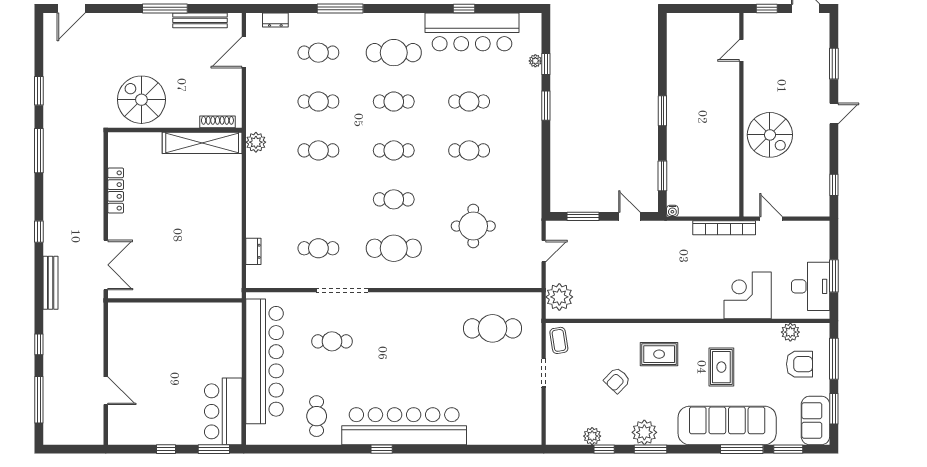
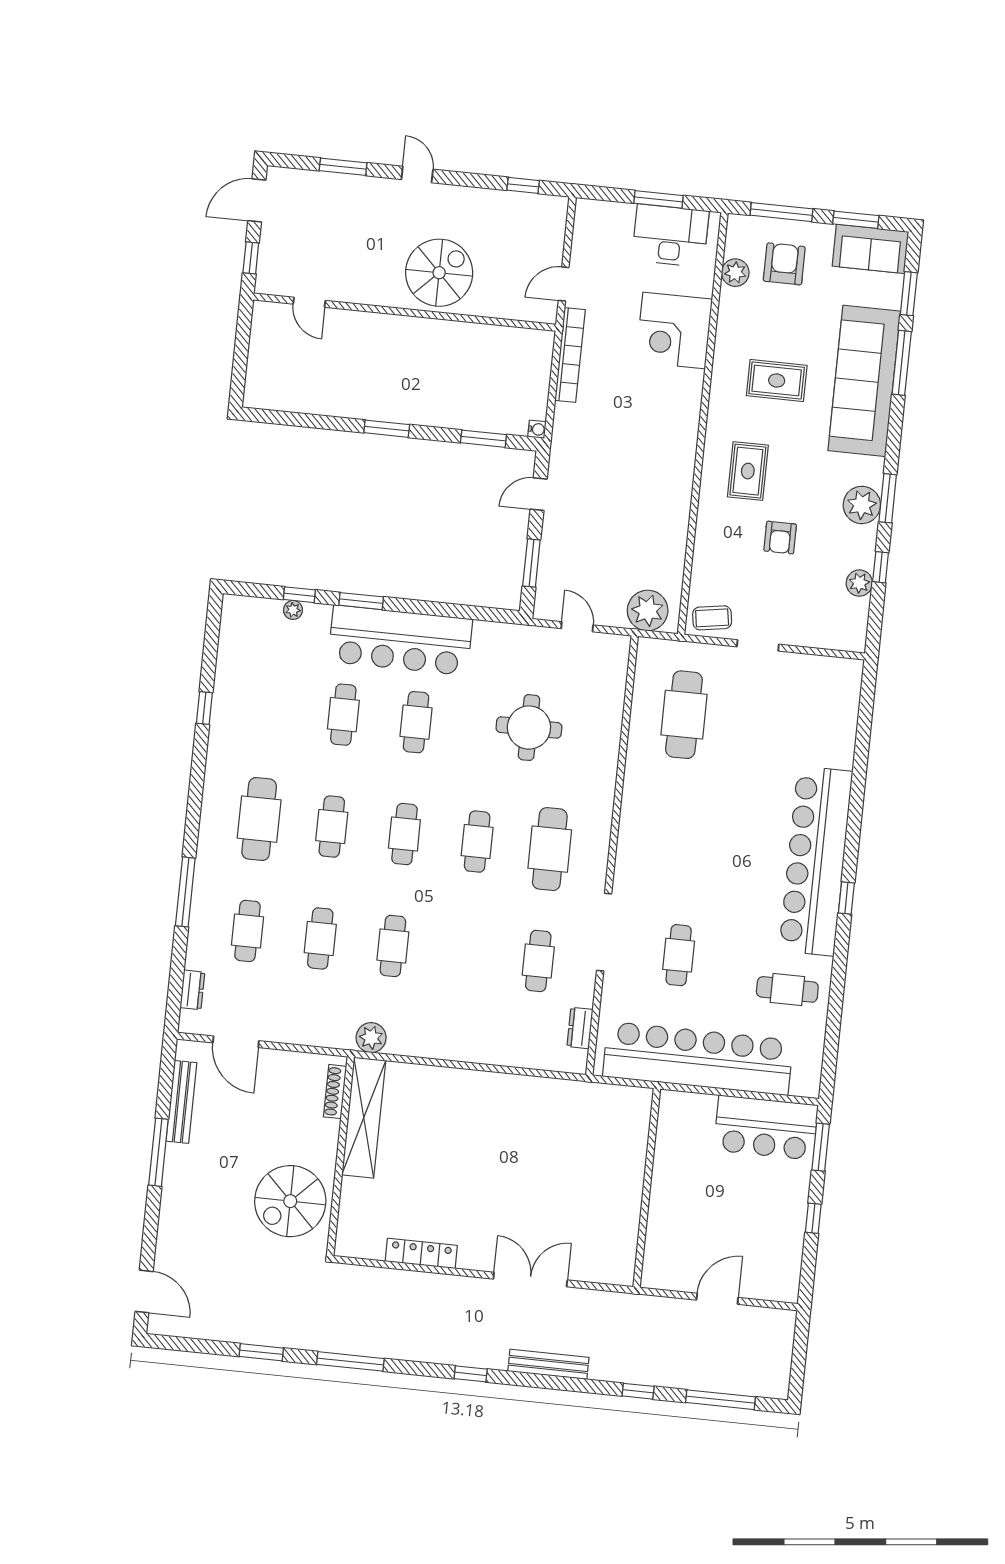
bar counter: (472, 32) -> (400, 640), moved, turned 90
dresser: (253, 251) -> (580, 1028), moved, turned -90
wall: (175, 300) -> (647, 1188), moved
armchair: (617, 380) -> (780, 538), turned 46

